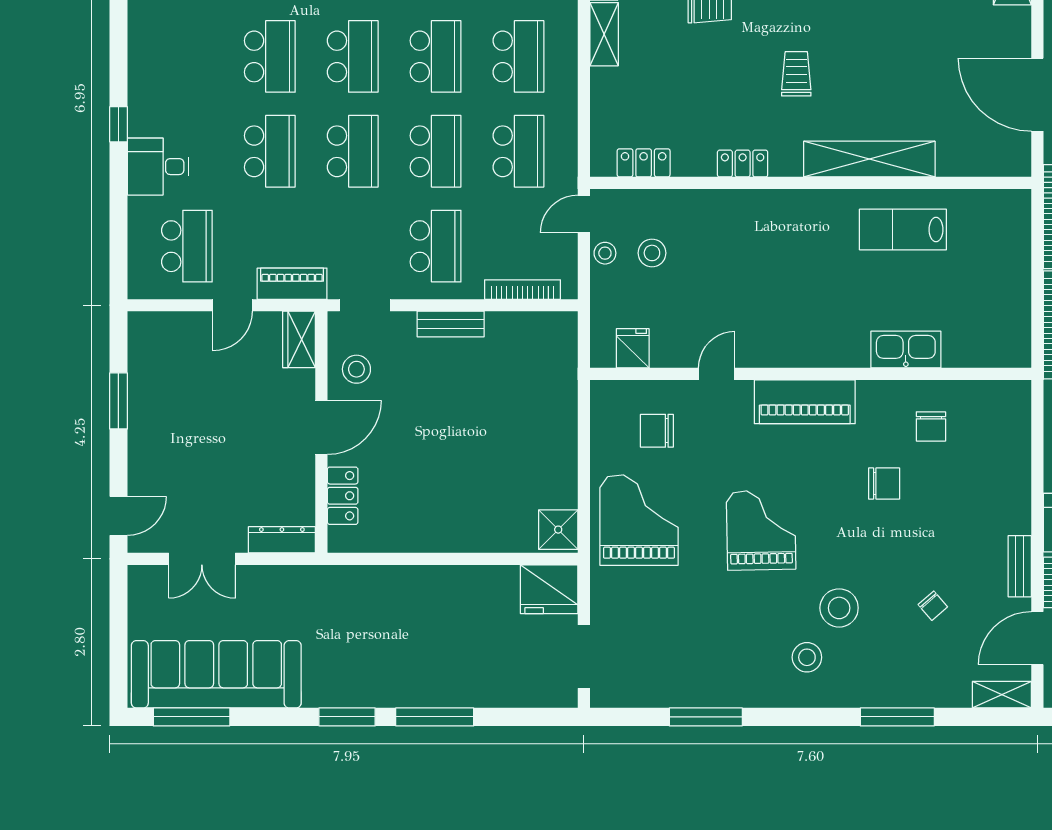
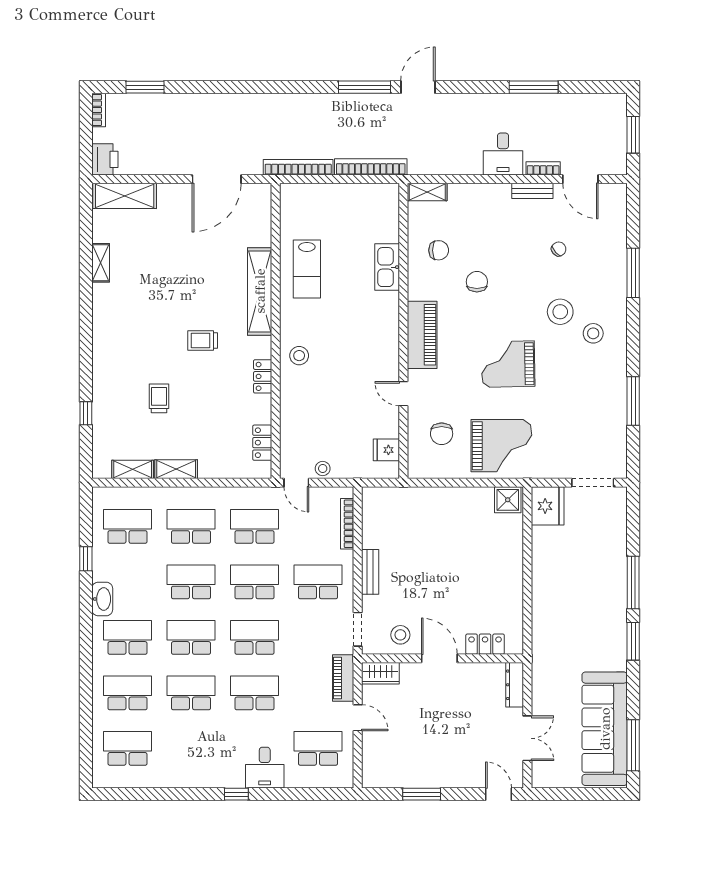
stool: (652, 253) -> (299, 356), moved
grand piano: (639, 520) -> (501, 446), turned 180
shelving: (1002, 695) -> (427, 192), moved, turned 90

